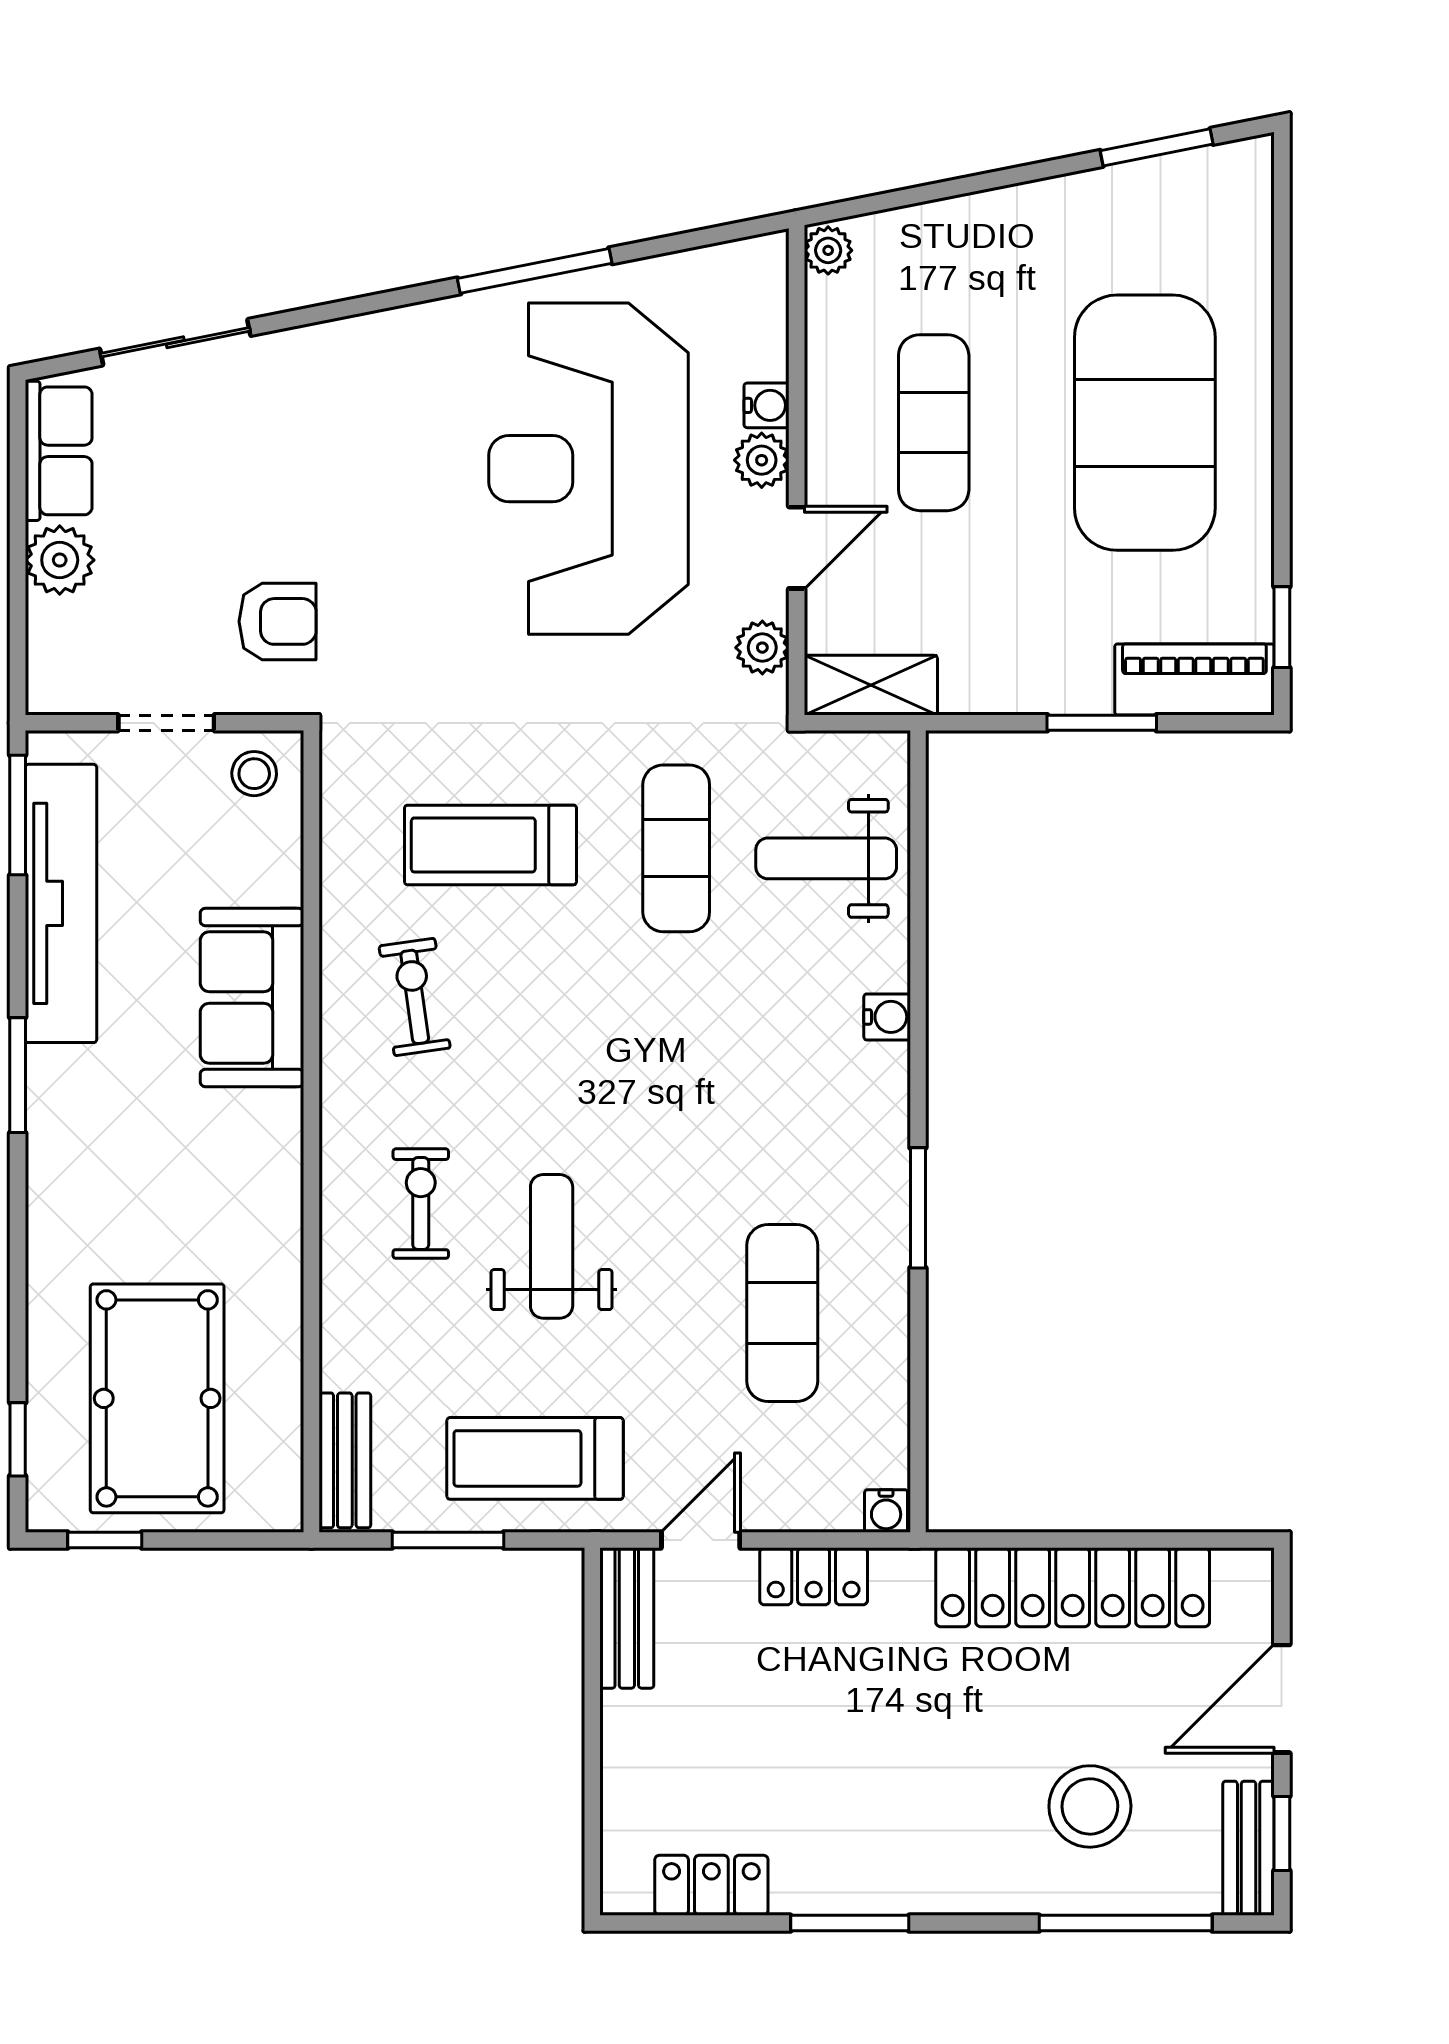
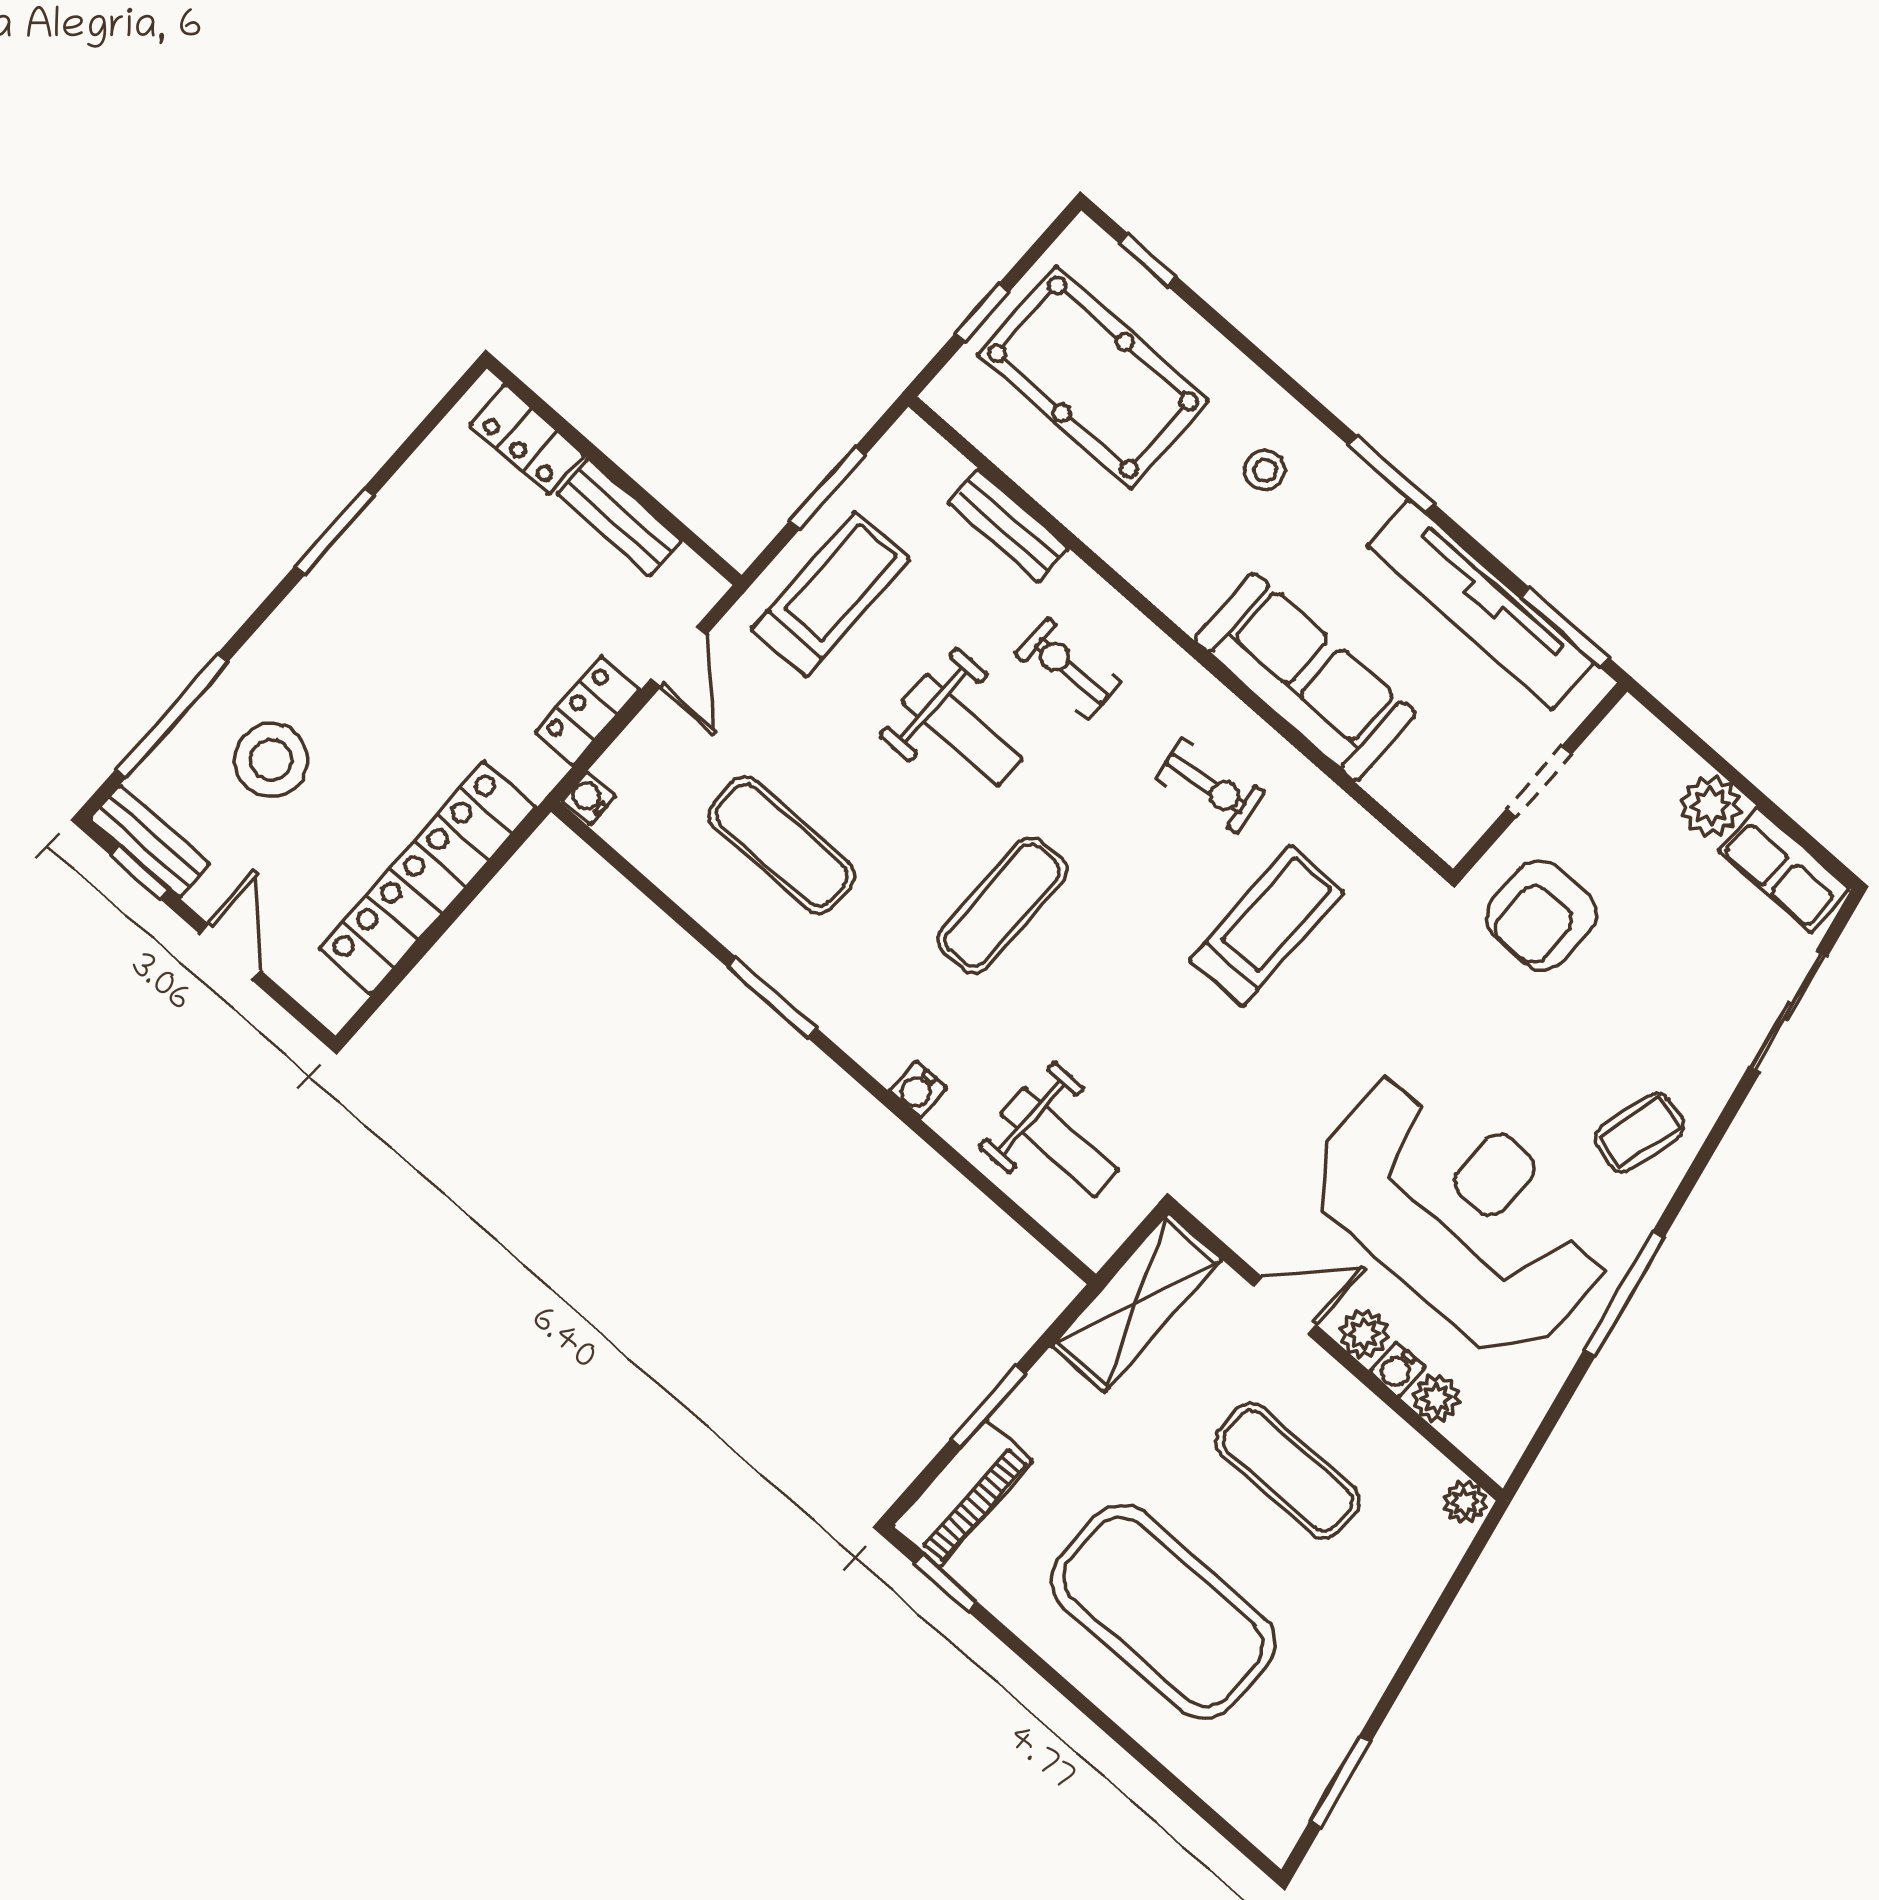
coffee table: (387, 377) -> (1640, 1132), added
door: (797, 548) -> (1285, 1306), swing flipped
armchair: (278, 621) -> (1541, 915), width x1.38, depth x1.38
plant: (762, 648) -> (1436, 1398), moved
shelving: (871, 685) -> (1136, 1302), width x1.50, depth x1.33
stool: (254, 774) -> (1265, 470), moved
exercise mat: (676, 848) -> (1002, 905), moved, turned 90
weight bench: (826, 858) -> (1060, 1142), turned 90
sofa: (252, 998) -> (1305, 677), width x1.36
exercise bike: (421, 1203) -> (1068, 668), turned 180
bench: (345, 1460) -> (1009, 526), moved
window: (105, 1540) -> (982, 312), moved
bench: (627, 1618) -> (619, 517), moved
door: (1282, 1699) -> (230, 952), width x0.73
locker: (711, 1885) -> (527, 440), moved, turned 90

